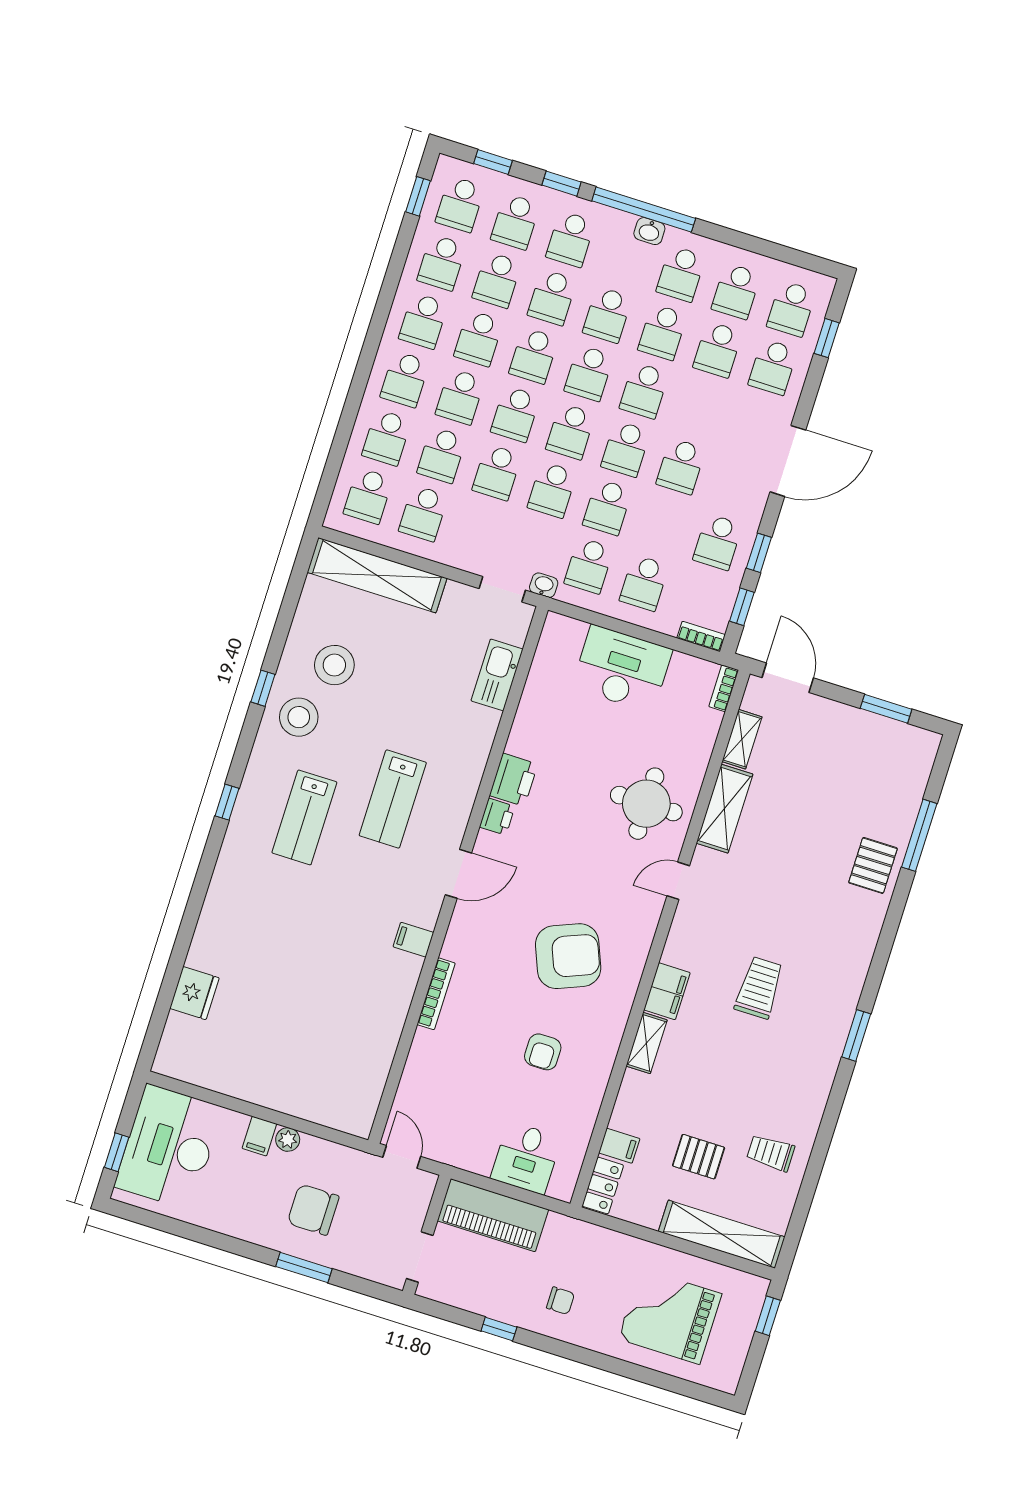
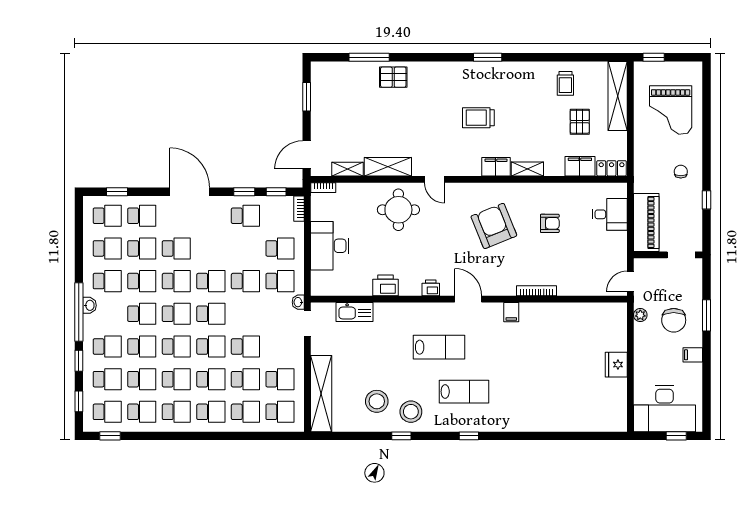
school desk: (681, 466) -> (176, 248), moved
school desk: (552, 490) -> (245, 314), removed
printer: (514, 780) -> (386, 285), moved
fridge: (194, 993) -> (616, 365), moved, turned -90
filing cabinet: (259, 1136) -> (693, 355), moved, turned 180
plant: (288, 1140) -> (640, 315), moved
filing cabinet: (619, 1146) -> (580, 166), width x2.00

